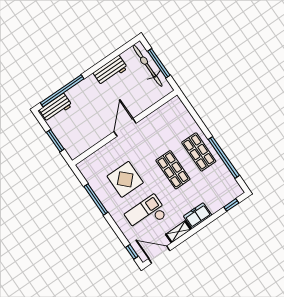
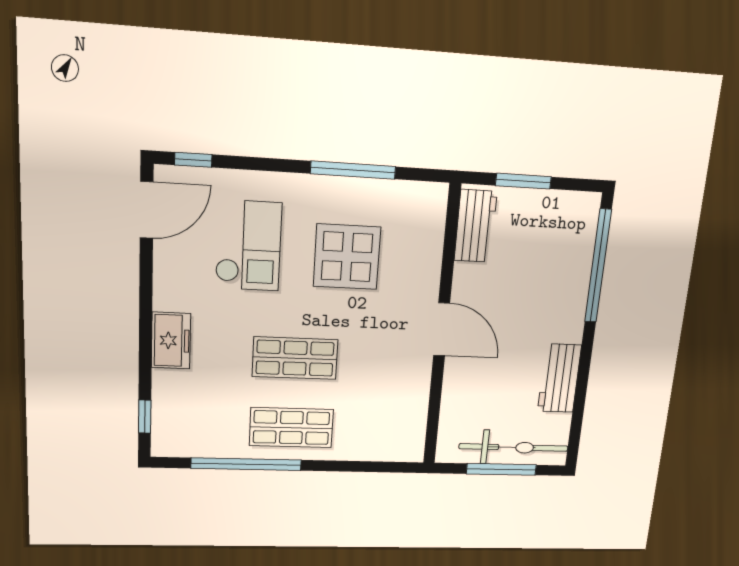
workbench: (56, 108) -> (476, 226), moved, turned 180
shelving: (178, 232) -> (166, 281), removed

